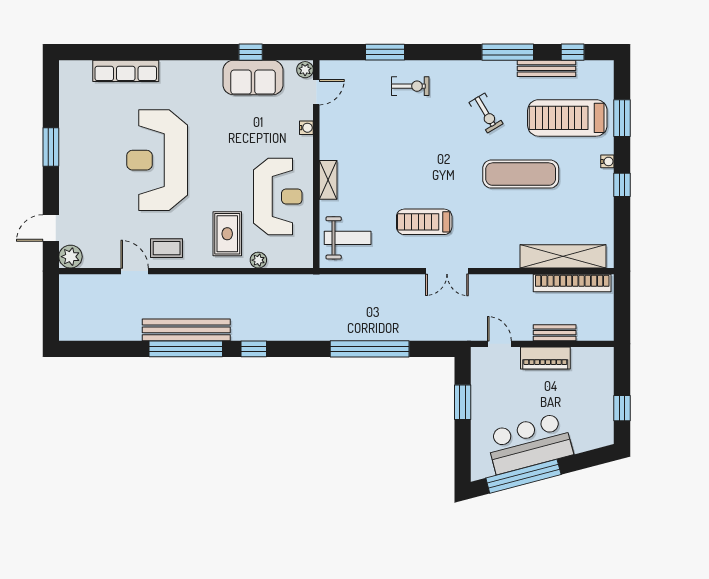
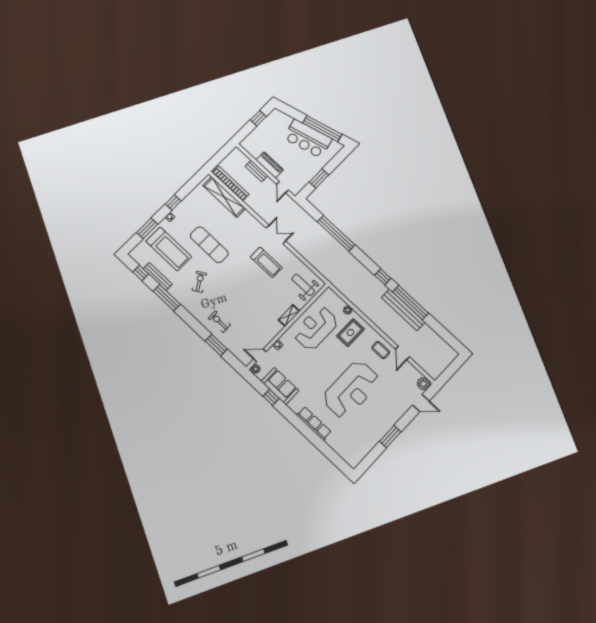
row of seats: (126, 71) -> (314, 423), moved

